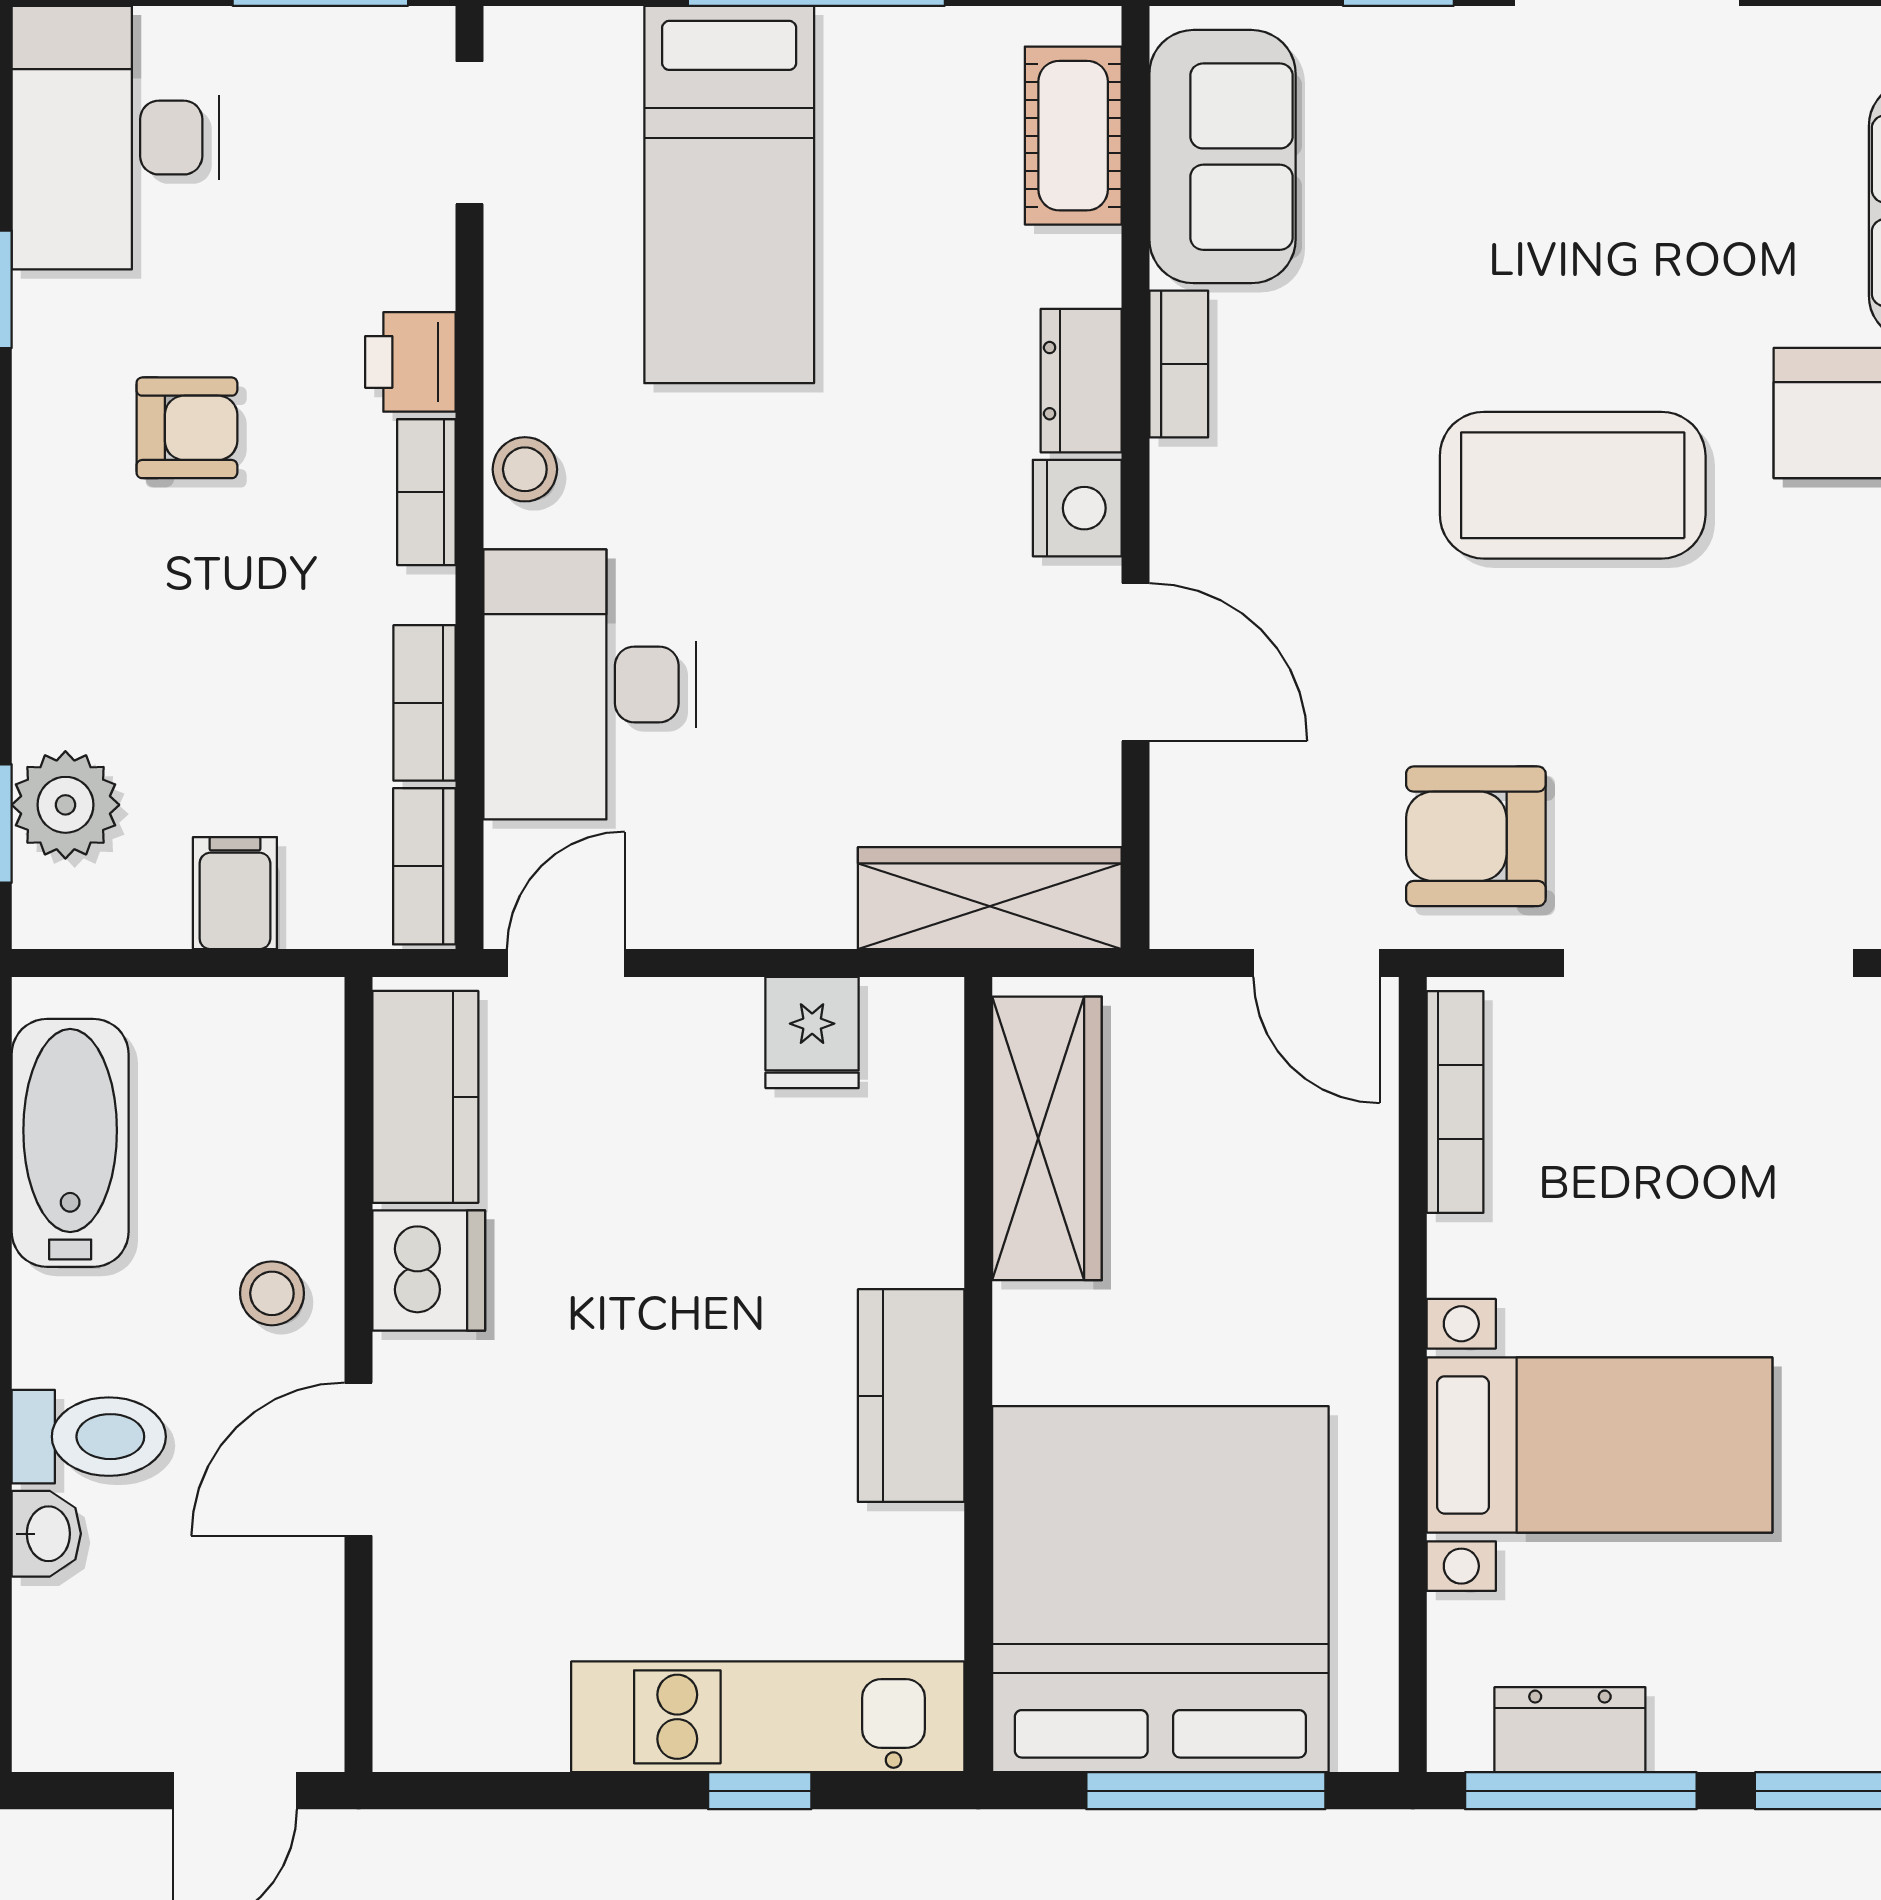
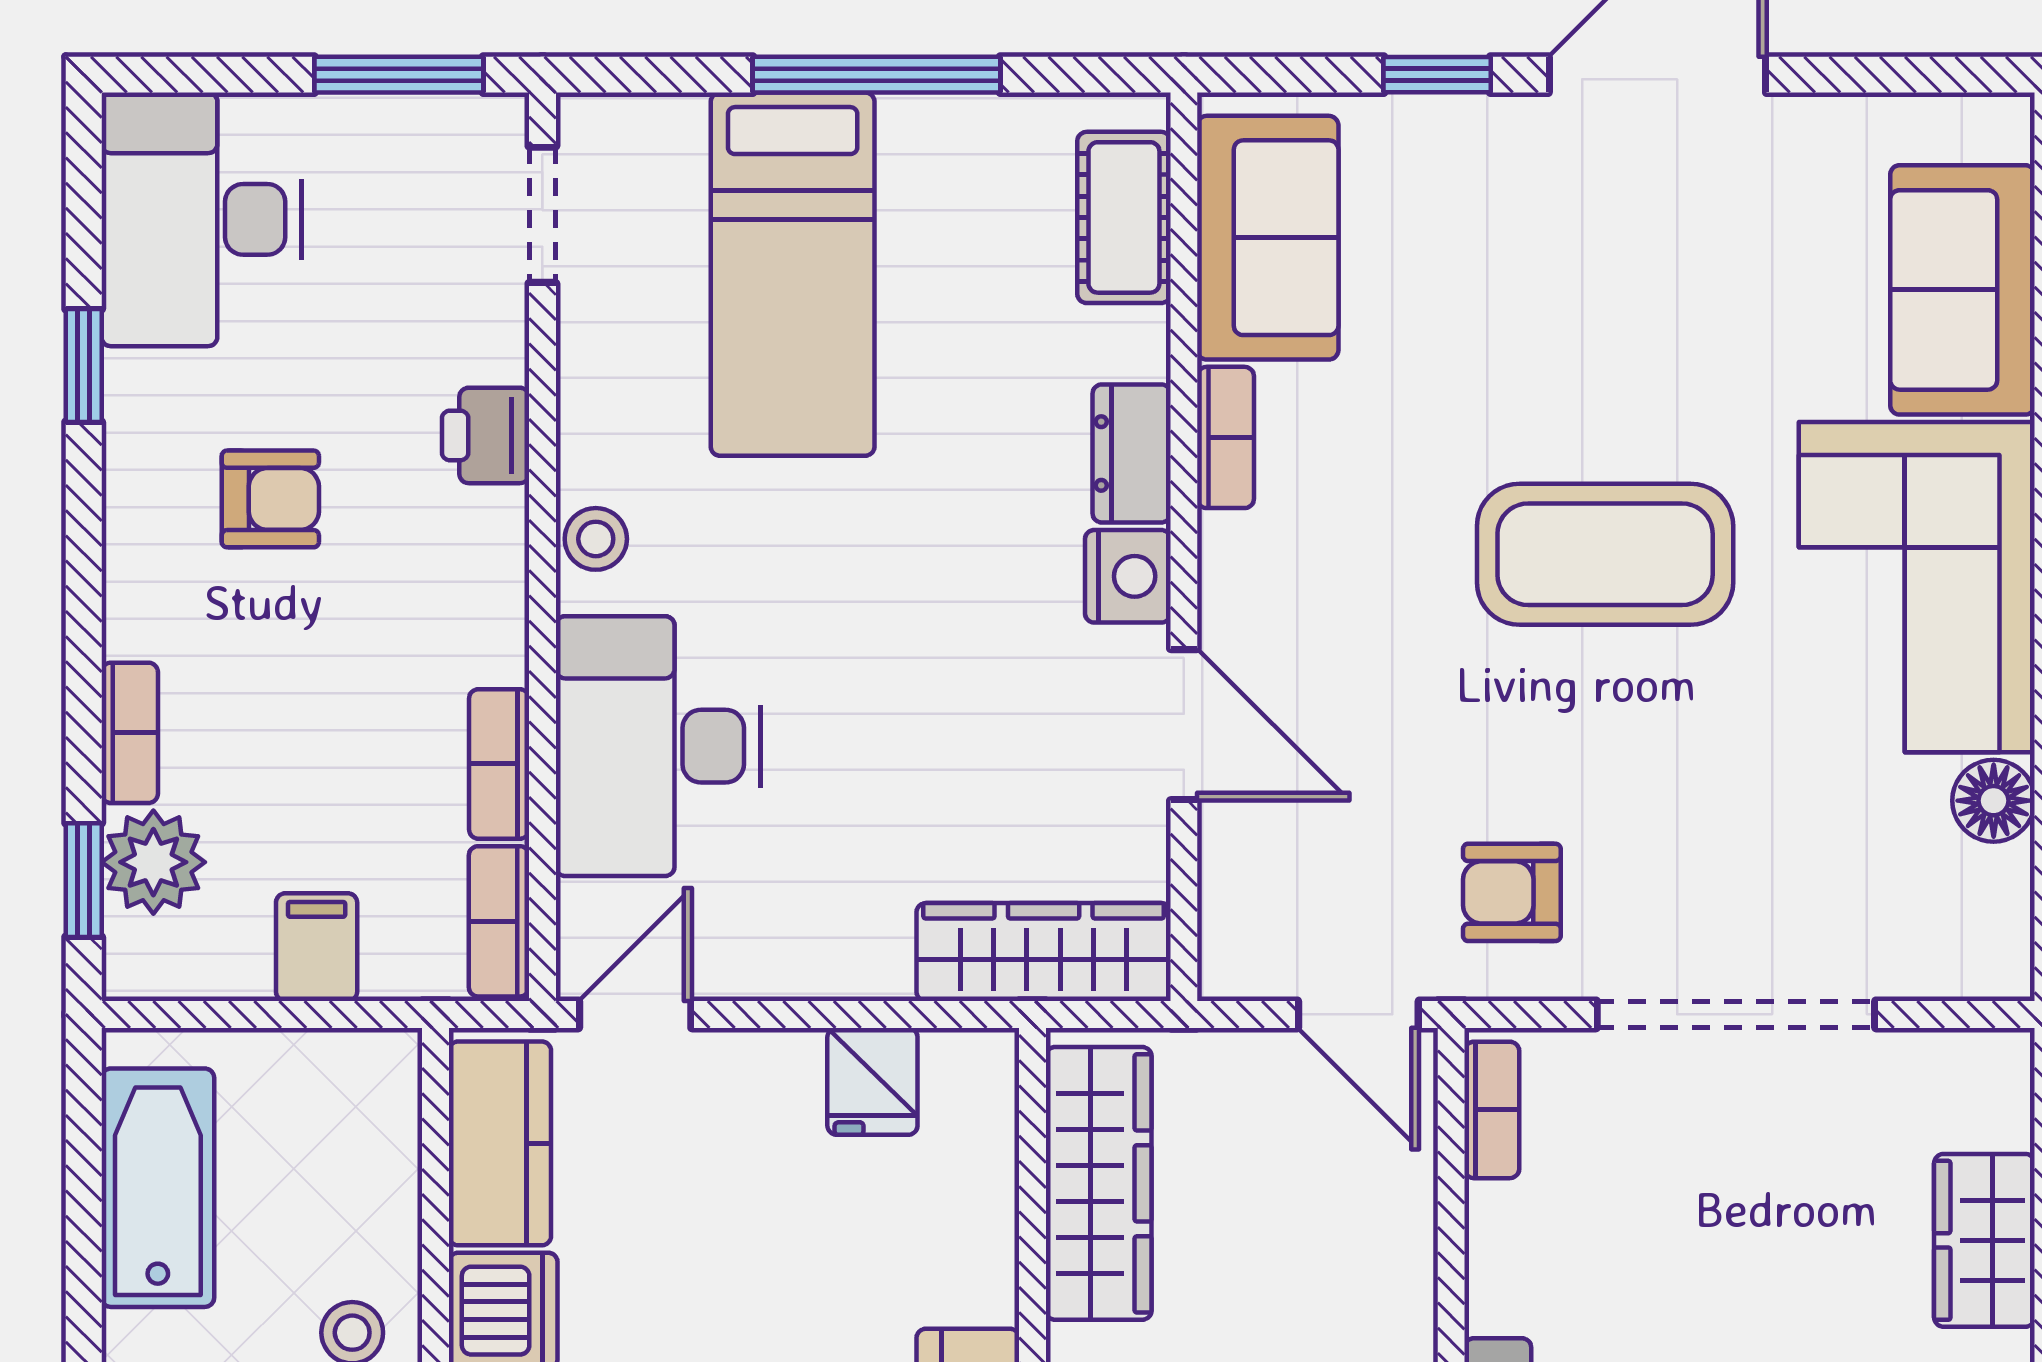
bookcase: (426, 492) -> (130, 733), moved, turned 180
armchair: (1476, 836) -> (1512, 892), width x0.72, depth x0.72
bookcase: (1455, 1102) -> (1492, 1110), width x0.64

